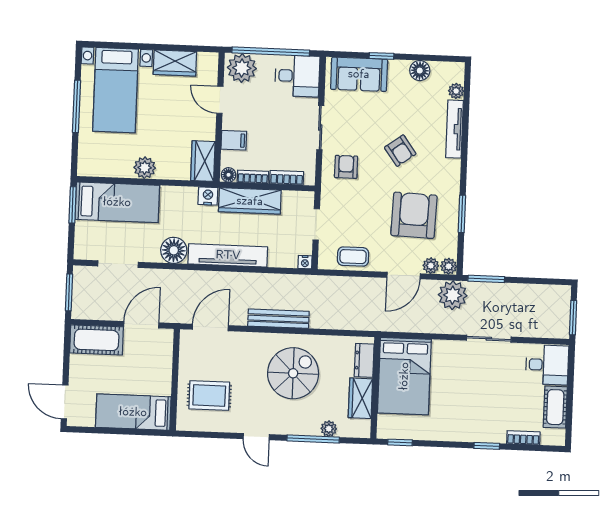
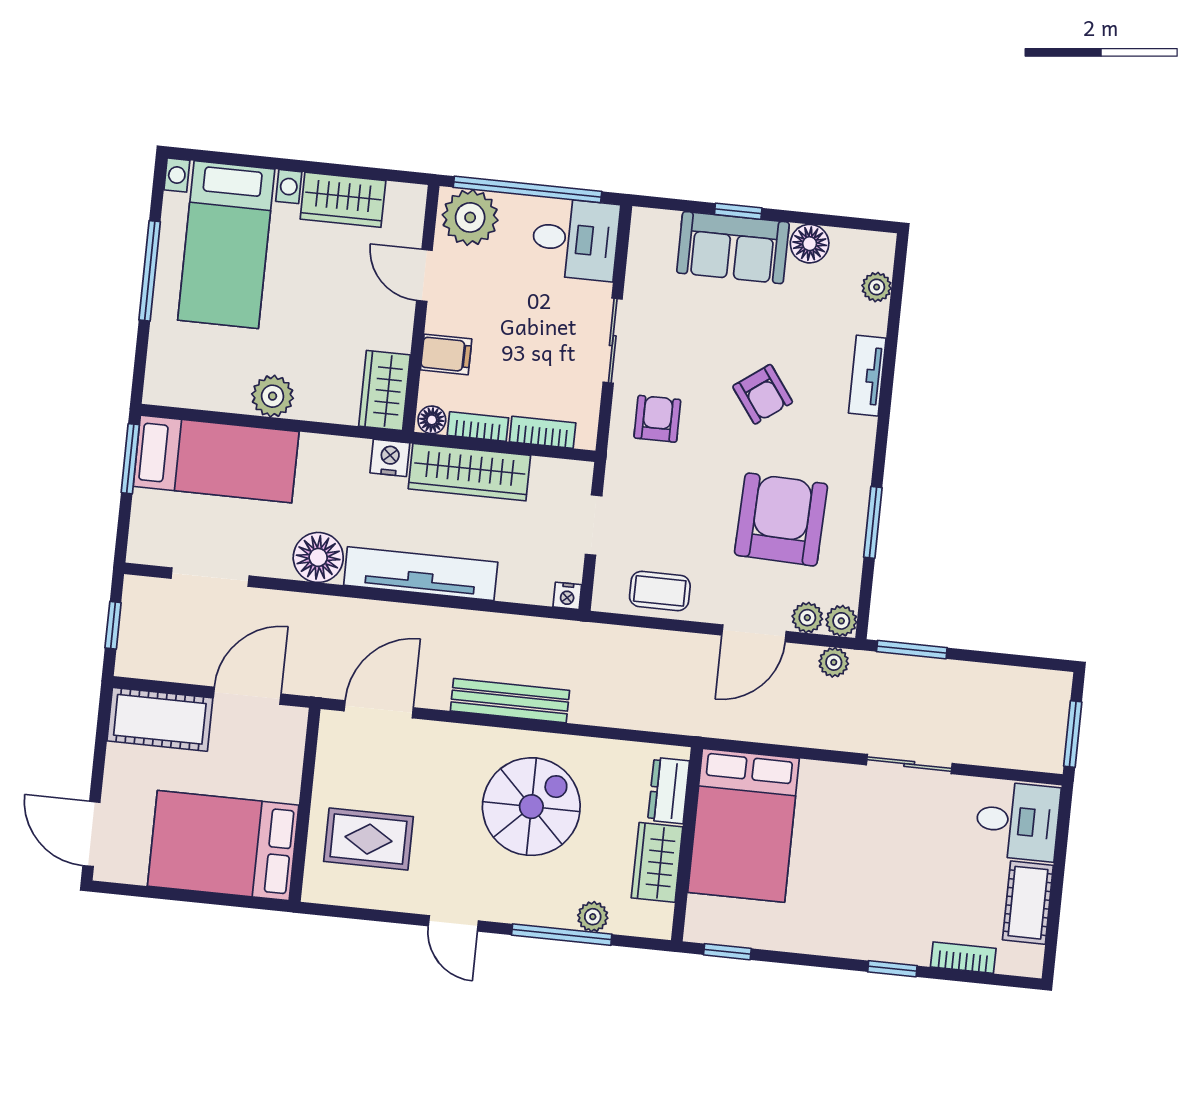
sofa: (359, 74) -> (733, 248), moved
tv unit: (455, 129) -> (867, 376), width x0.71
window: (69, 292) -> (113, 625), width x0.67
plant: (453, 295) -> (834, 662), width x0.53, depth x0.53
bed: (133, 412) -> (223, 846), width x1.50

